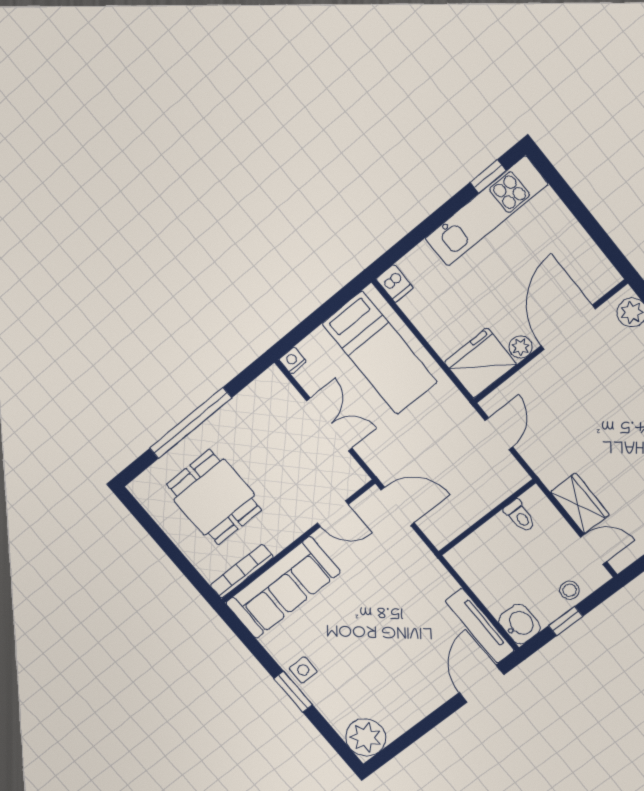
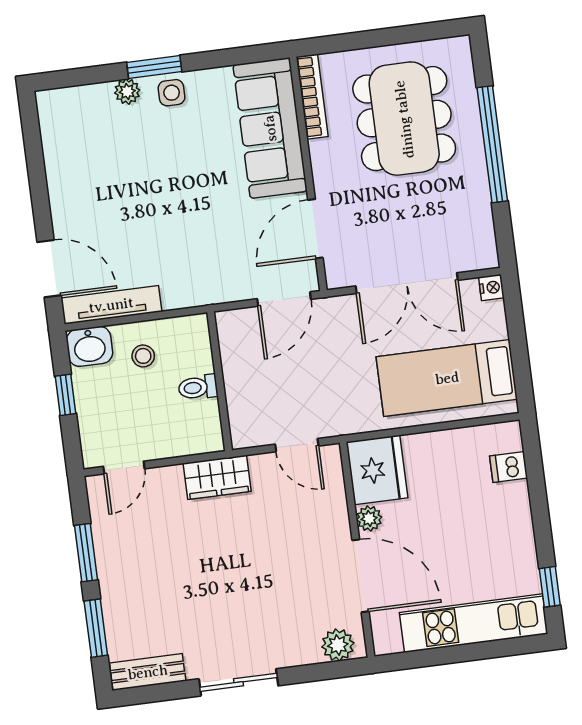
kitchen unit: (486, 211) -> (474, 623), moved, turned 90
dishwasher: (395, 283) -> (509, 467), moved
double door: (329, 425) -> (407, 283), width x1.37
dining table: (214, 497) -> (404, 119), width x1.38
wardrobe: (580, 503) -> (217, 477), moved
door: (333, 514) -> (315, 229), width x1.38
toilet: (520, 516) -> (198, 387), moved
stool: (570, 590) -> (143, 356), moved
plant: (366, 737) -> (127, 91), moved, width x0.53, depth x0.53

